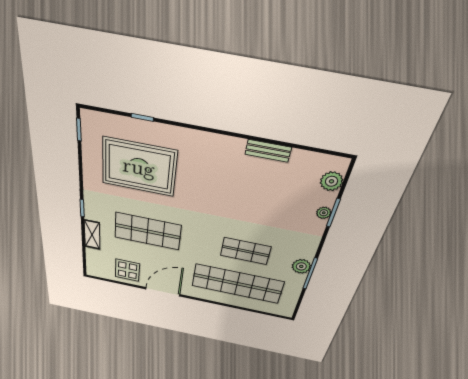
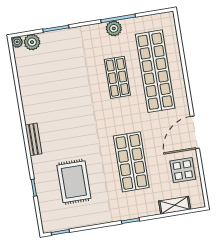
bench: (268, 151) -> (34, 139), moved
rug: (139, 167) -> (74, 182), width x0.73, depth x0.69
plant: (324, 213) -> (17, 42), moved
shelving: (92, 235) -> (175, 205), moved
door: (163, 292) -> (195, 132), hinge flipped

